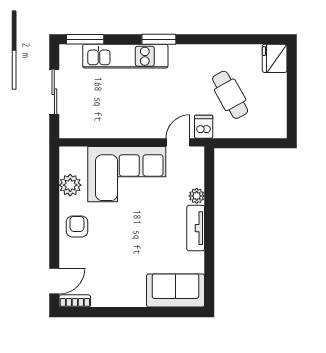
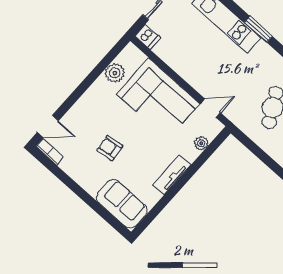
dishwasher: (204, 127) -> (148, 37), moved, turned 90
plant: (197, 196) -> (201, 143), moved
armchair: (77, 227) -> (110, 148), moved, turned -97

